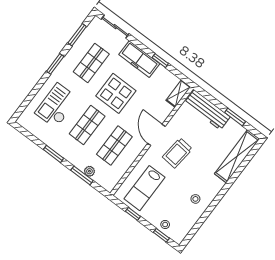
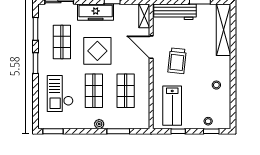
door: (156, 135) -> (151, 47), moved
window: (54, 154) -> (53, 131), moved
plant: (89, 171) -> (99, 124), moved

